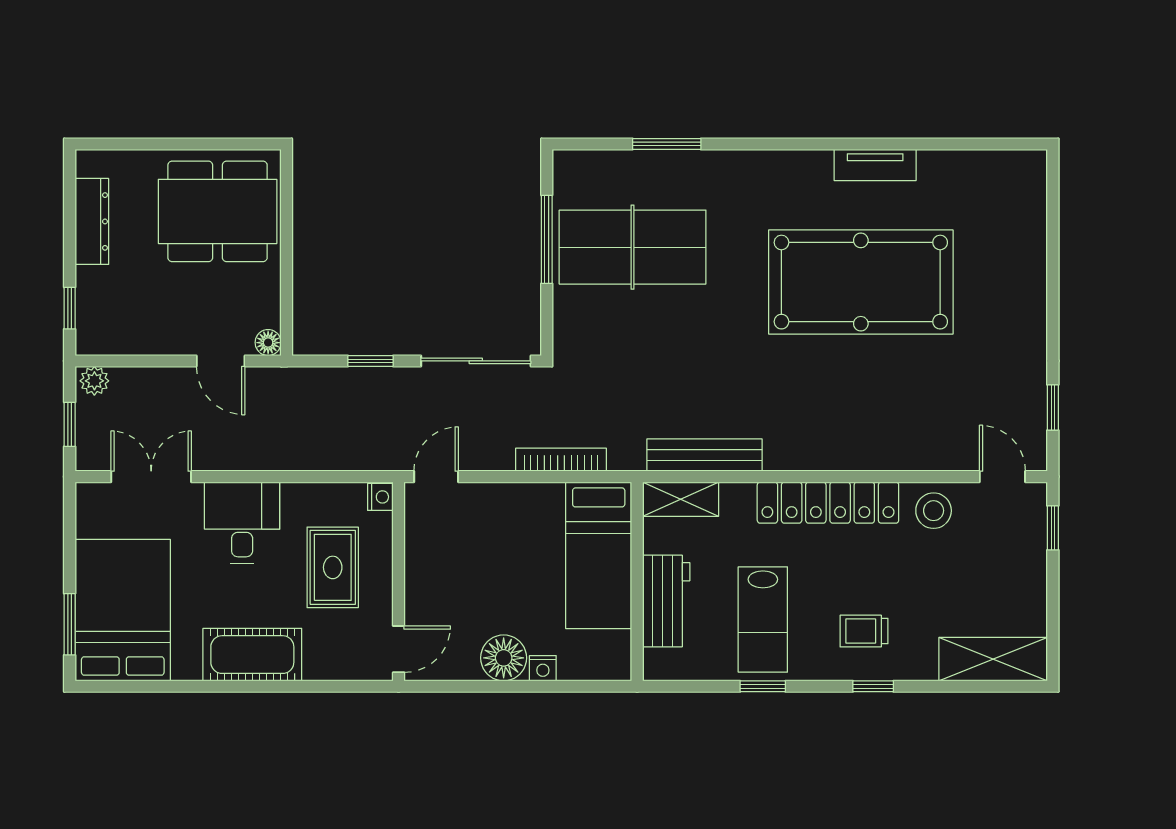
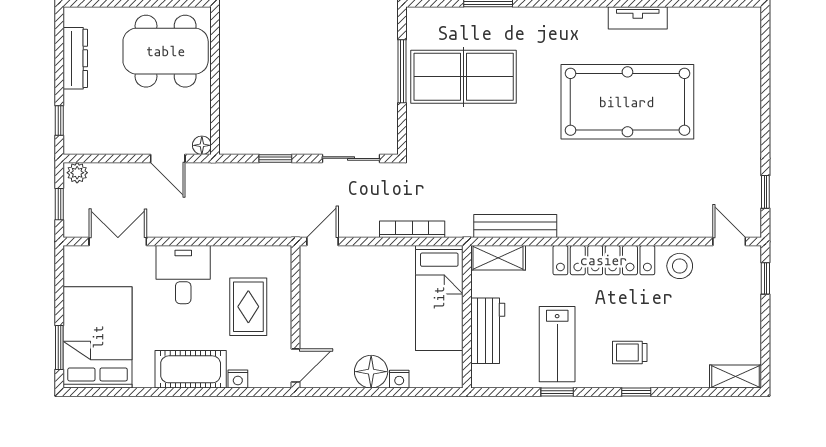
sliding door: (476, 361) -> (351, 158), width x0.73
nightstand: (380, 497) -> (238, 379), moved, turned 90
shelving: (993, 659) -> (736, 377), width x0.67, depth x0.75

